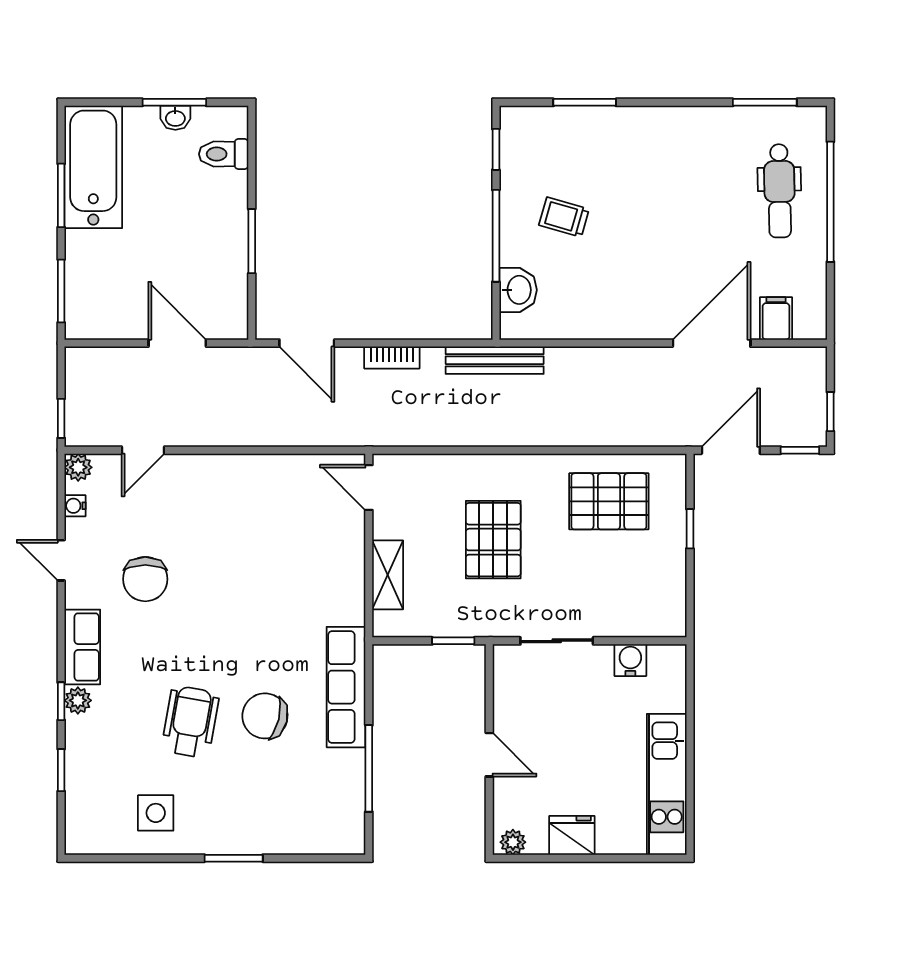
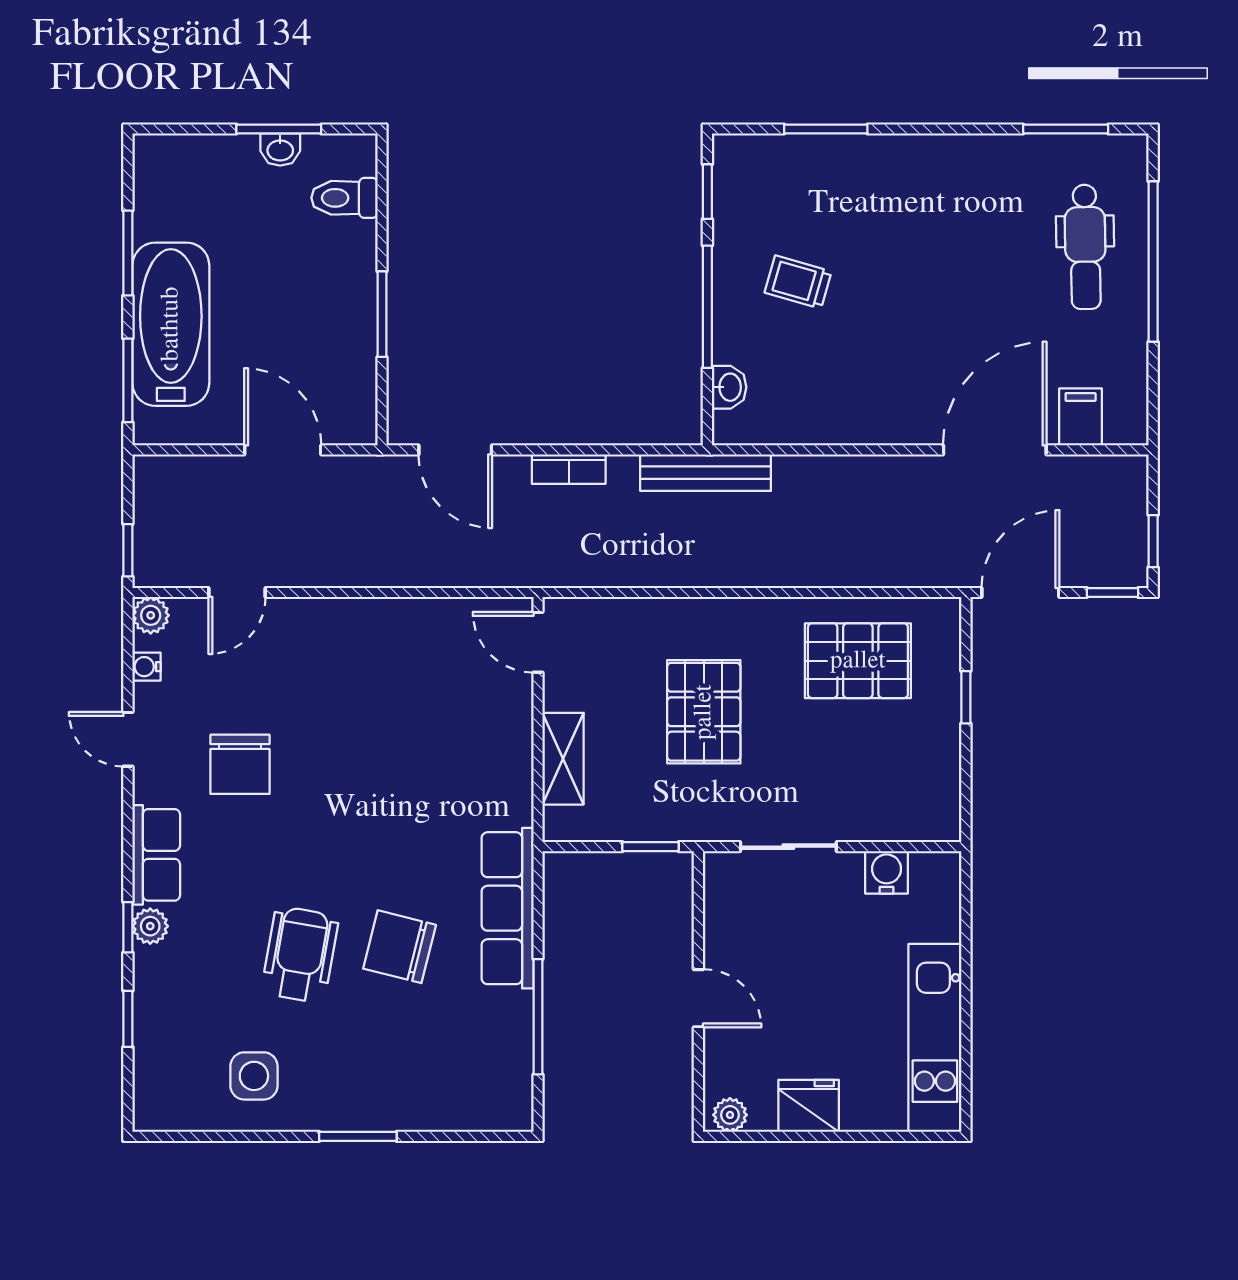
bathtub: (93, 167) -> (171, 324), moved
washbasin: (518, 290) -> (729, 387), width x0.72, depth x0.69

